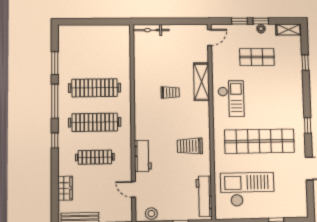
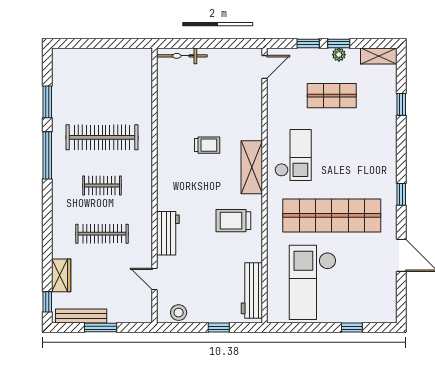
shelving: (201, 82) -> (252, 167), moved
clothes rail: (95, 122) -> (102, 186), width x0.54, depth x0.76
window: (55, 140) -> (47, 302), moved
checkout: (247, 189) -> (313, 282), turned -90

